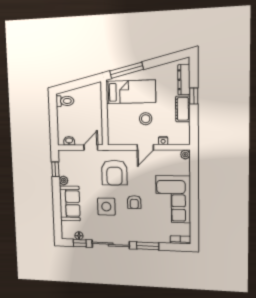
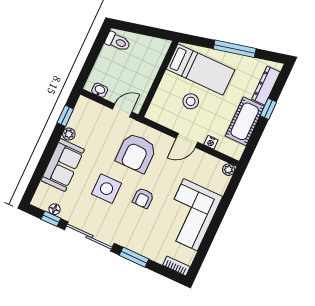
window: (126, 70) -> (235, 49), moved
cot: (183, 109) -> (245, 121), width x1.37, depth x1.34
stool: (146, 119) -> (191, 101), moved

